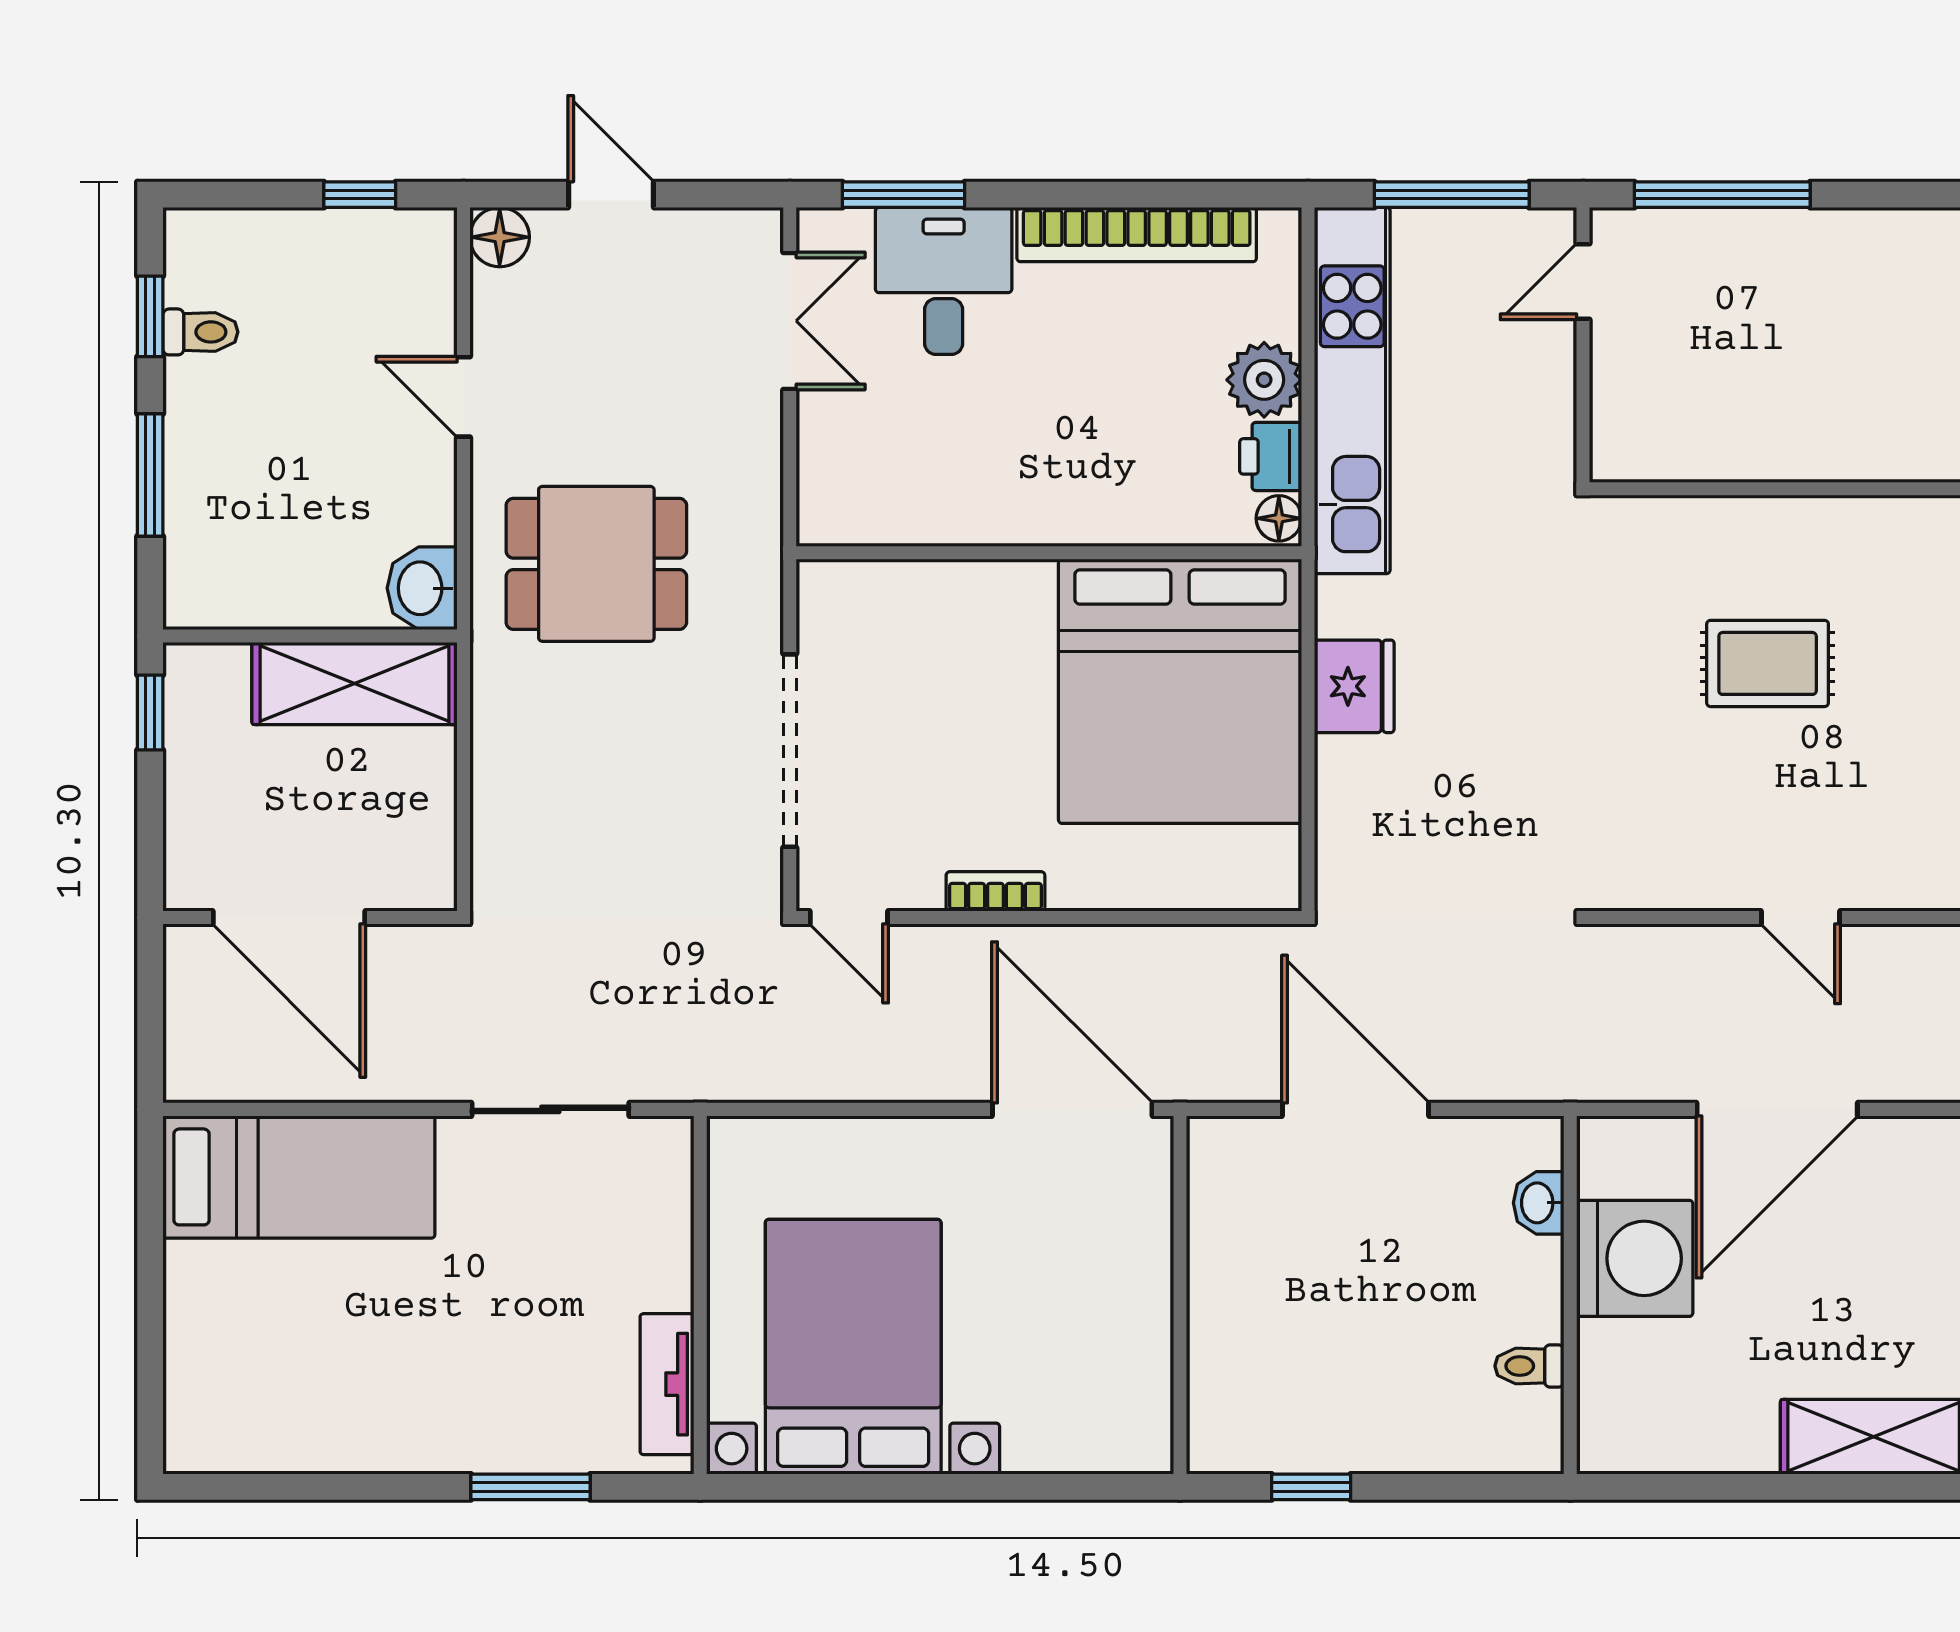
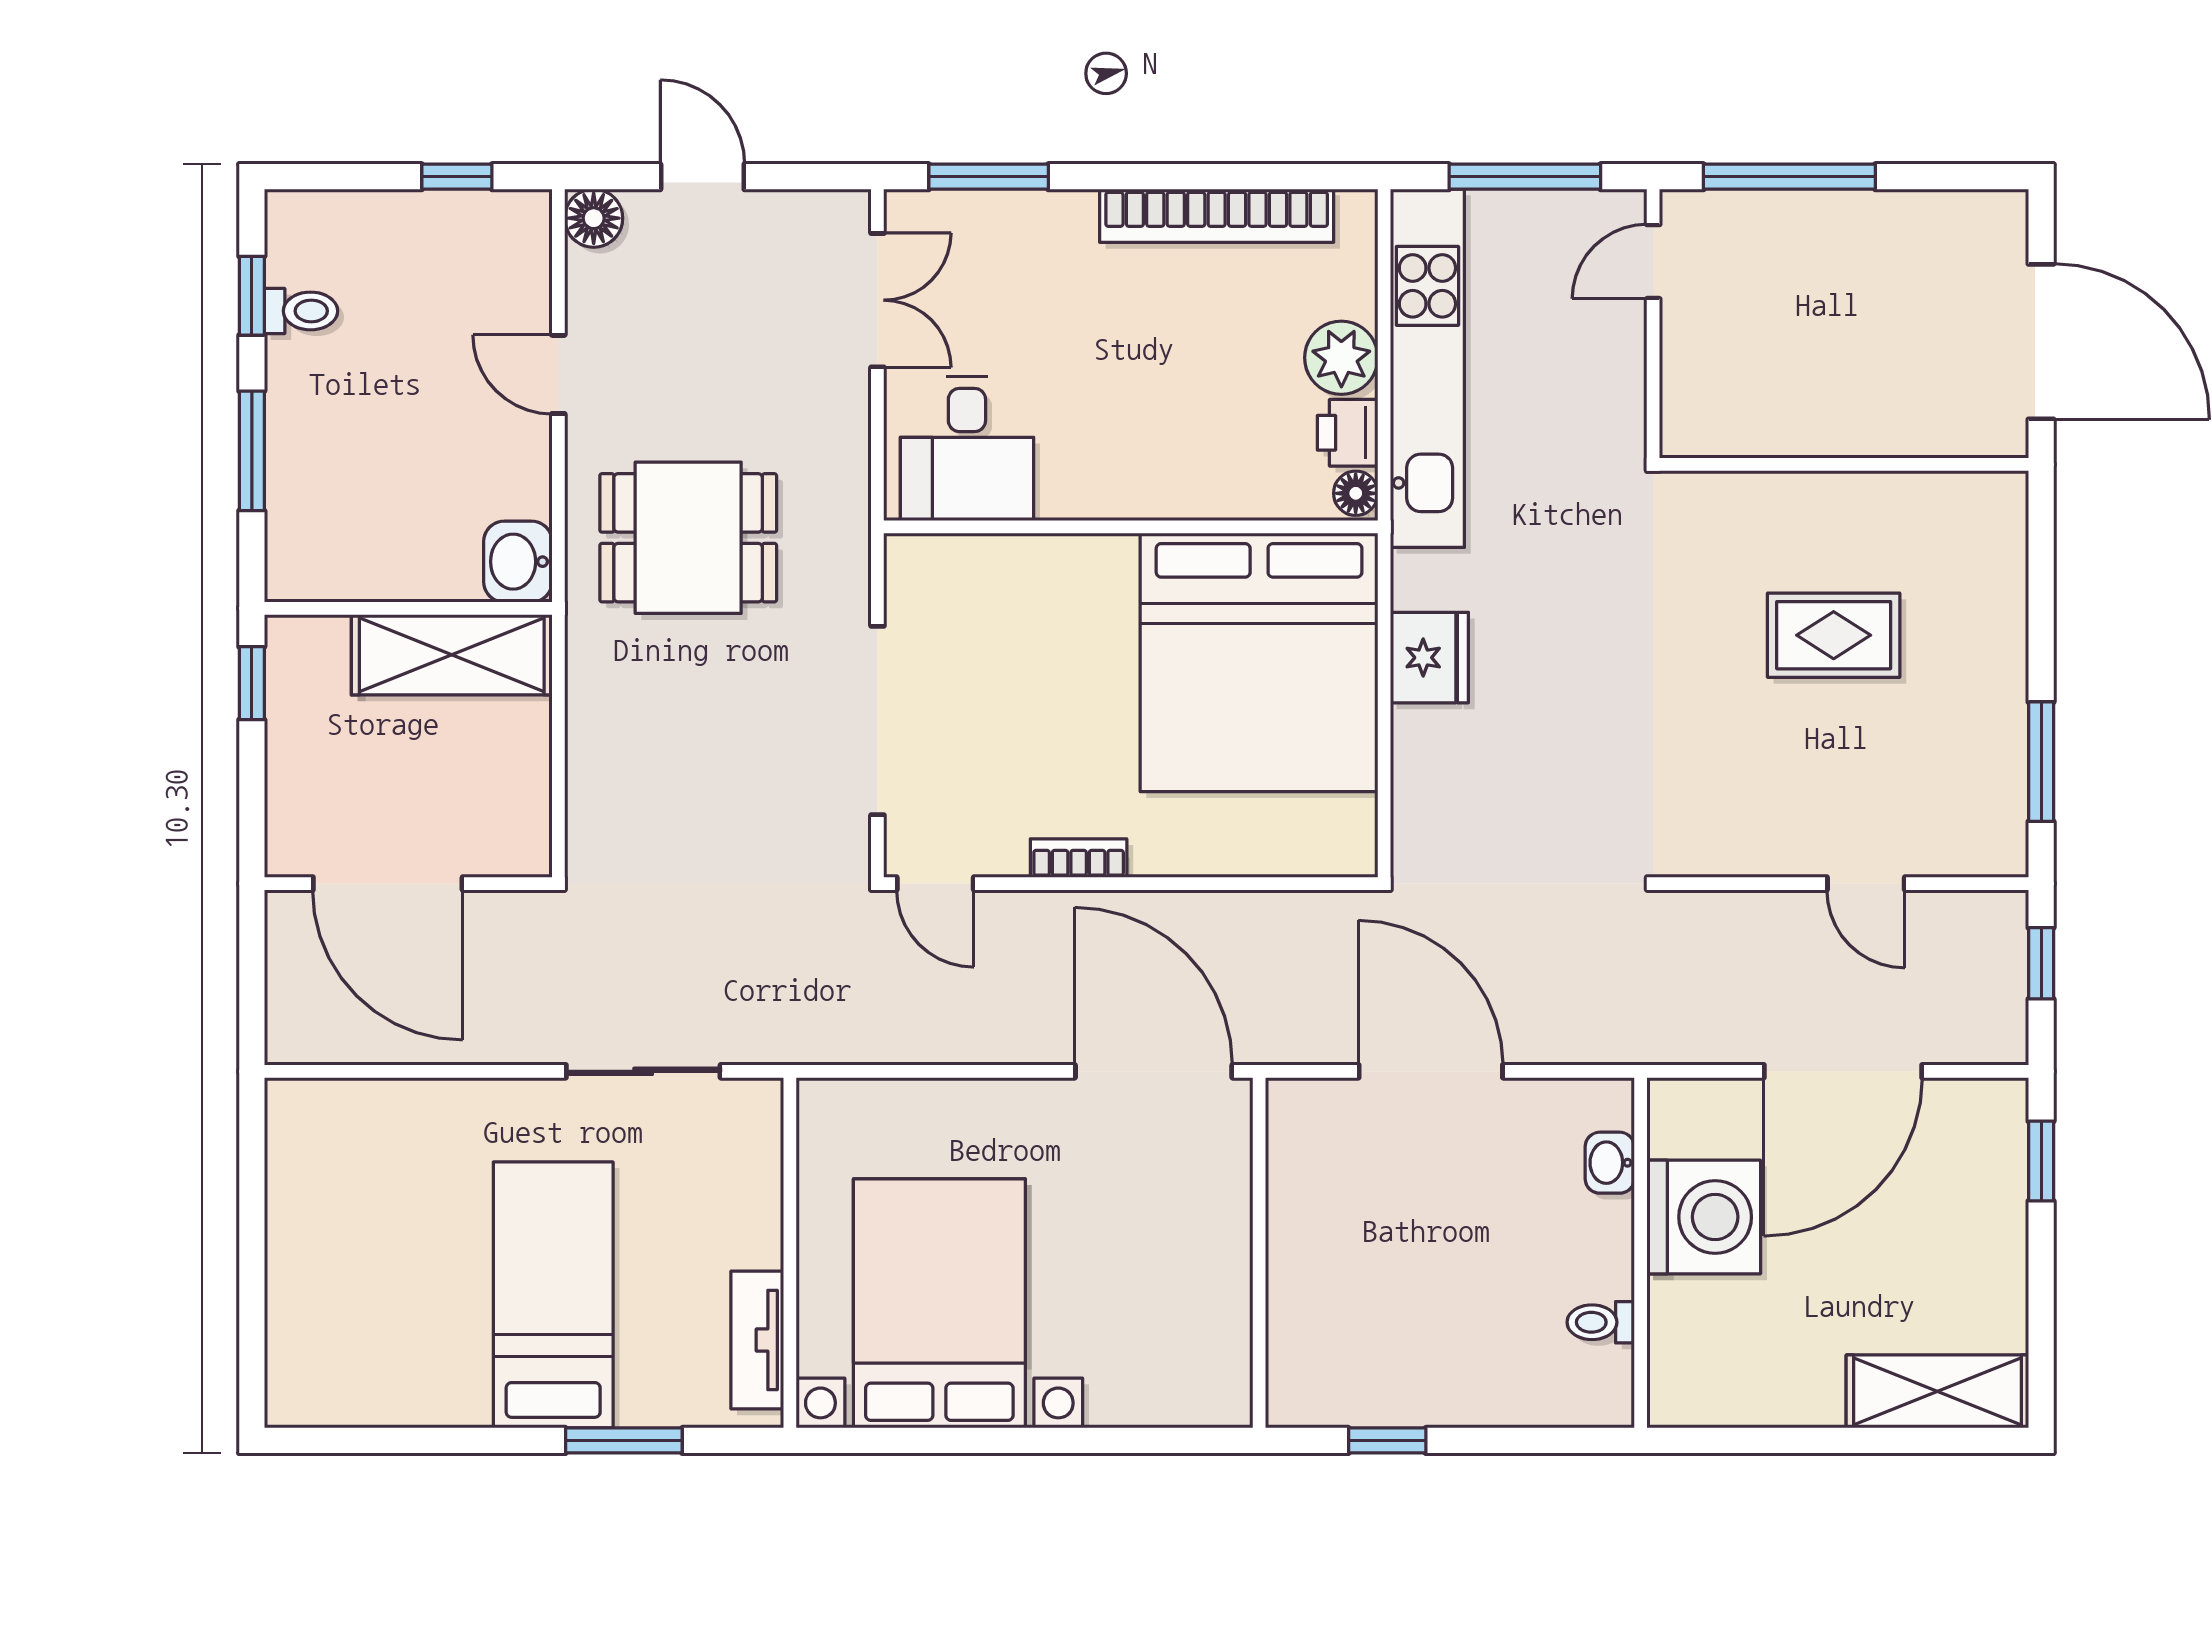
desk: (944, 281) -> (967, 449), moved, turned 180
bed: (299, 1177) -> (553, 1295), moved, turned -90

